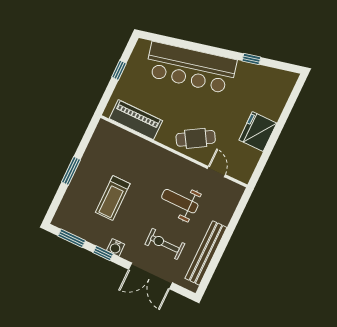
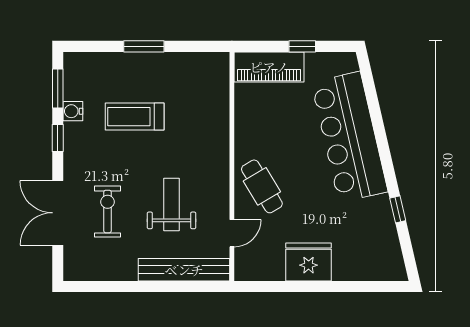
piano: (136, 120) -> (269, 67), moved, turned 90
water cooler: (116, 247) -> (73, 111), moved
bench: (206, 253) -> (184, 270), moved

